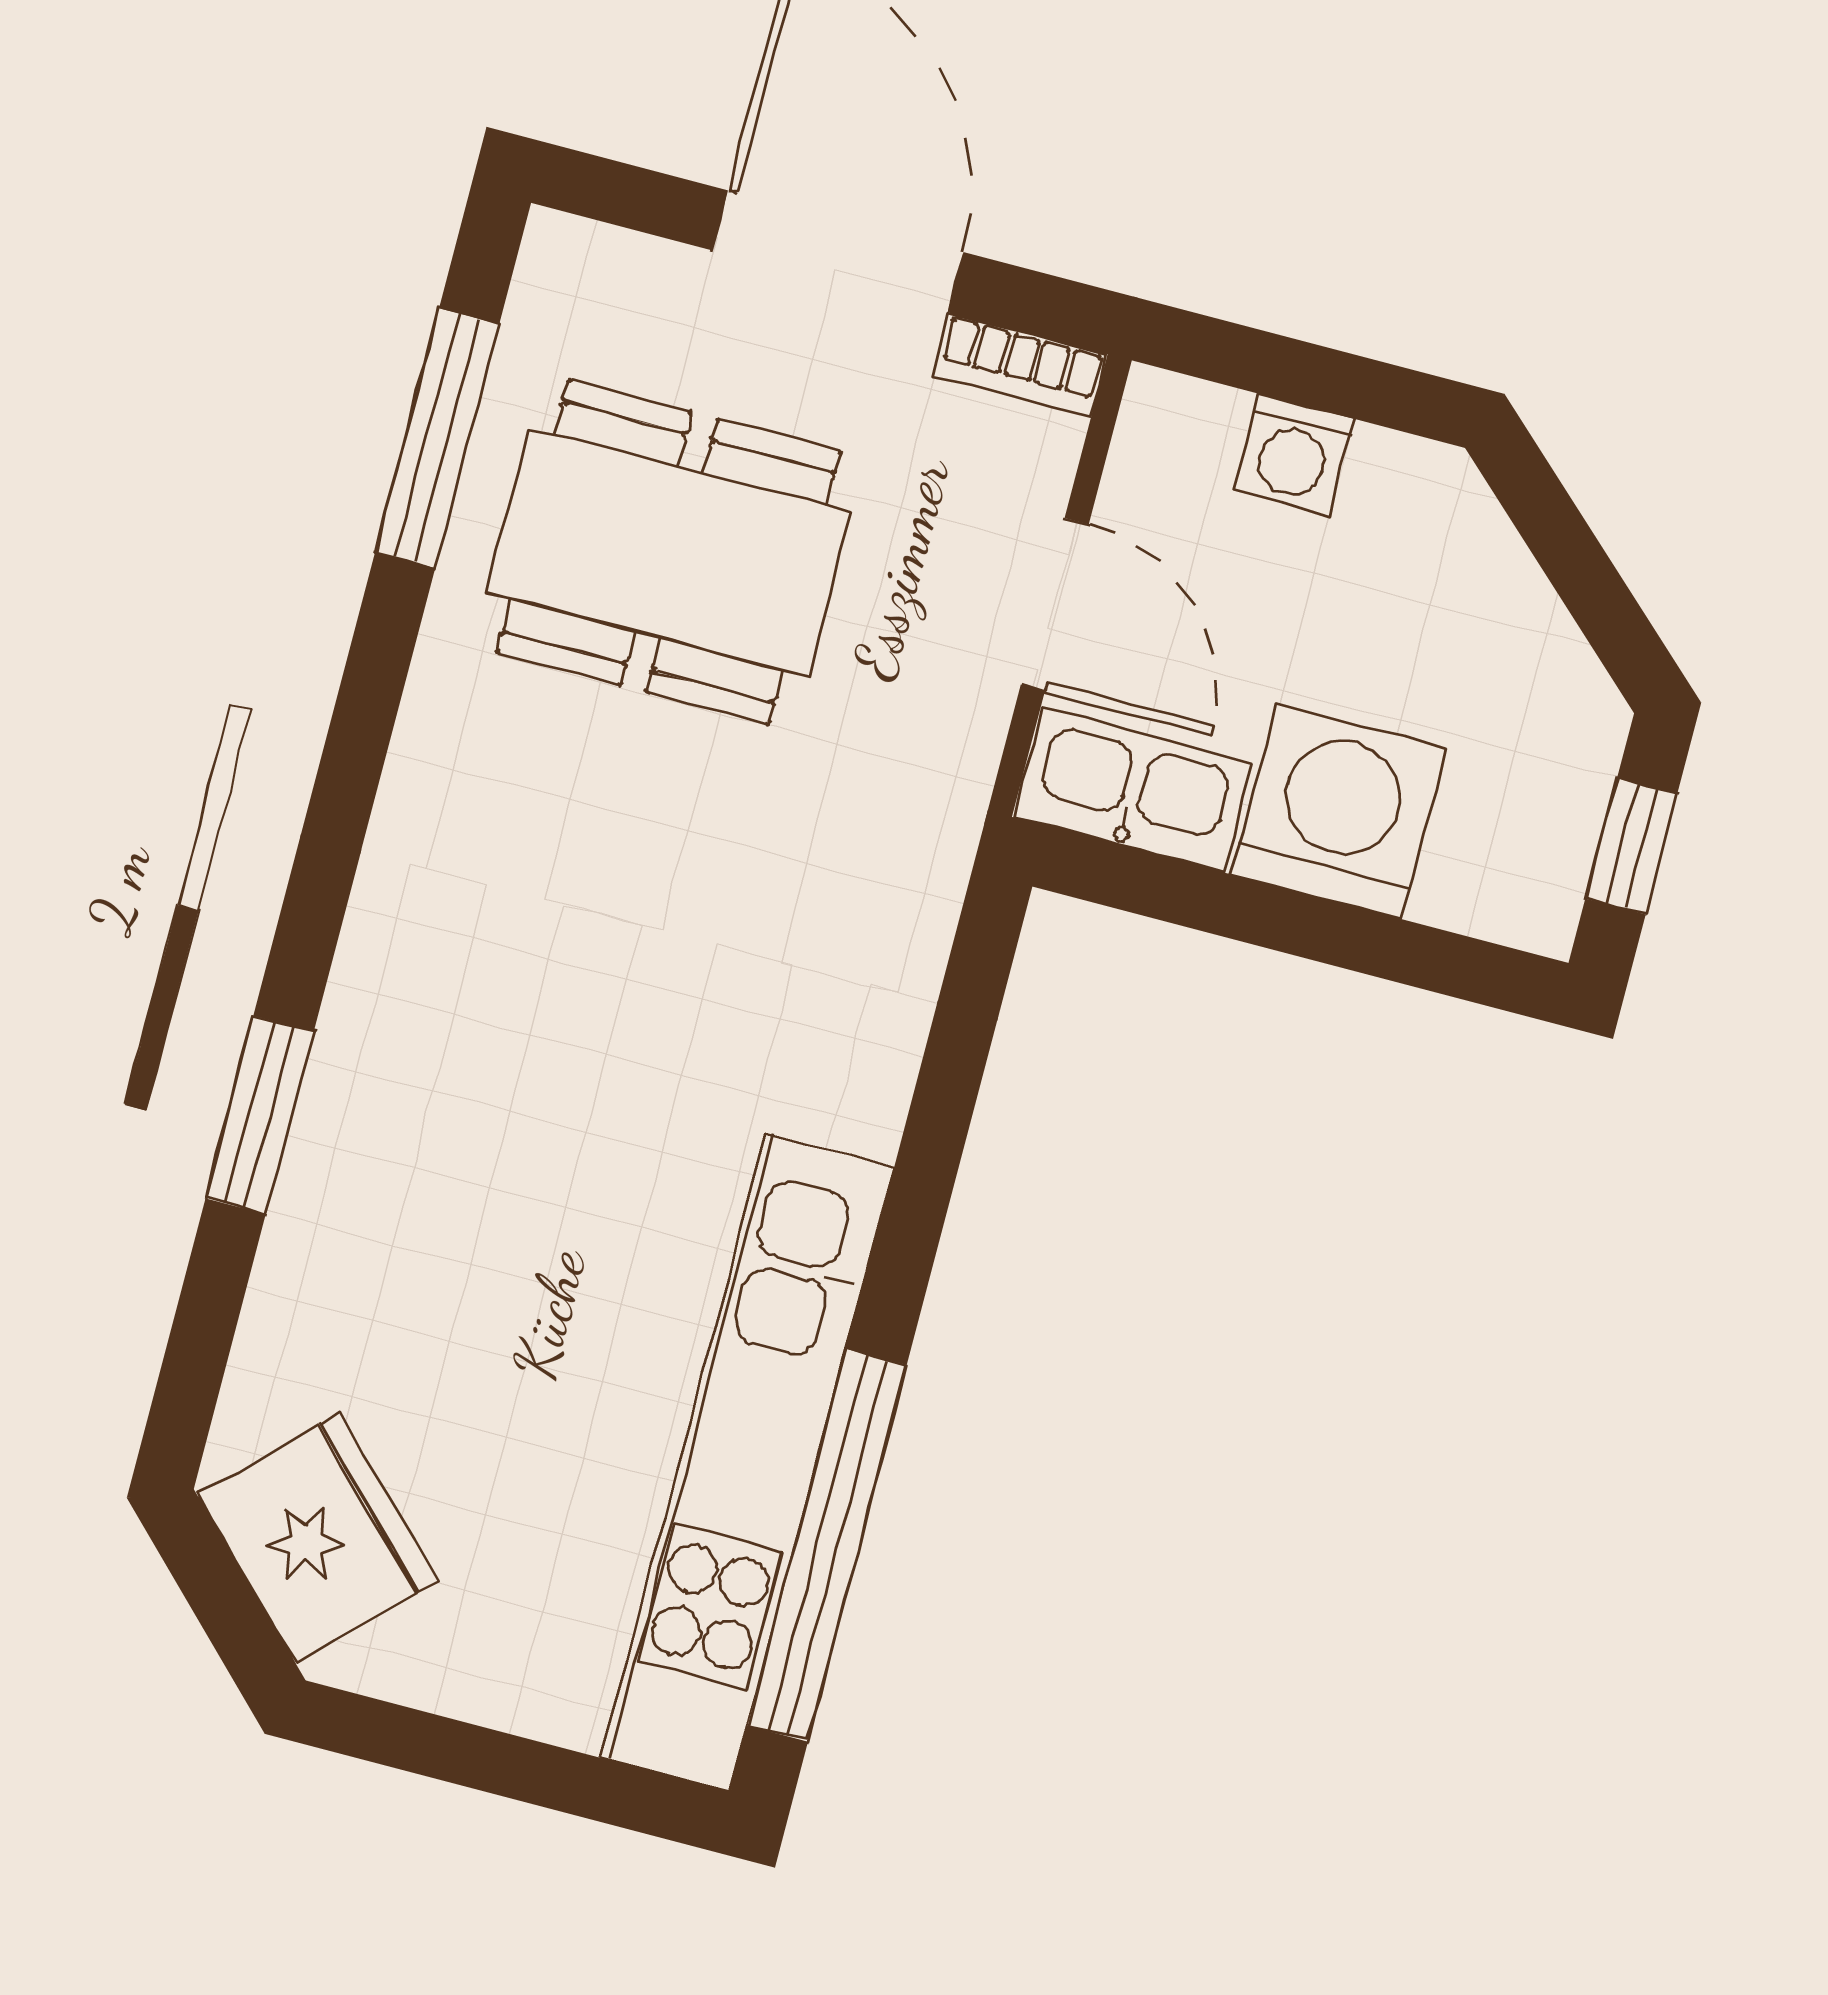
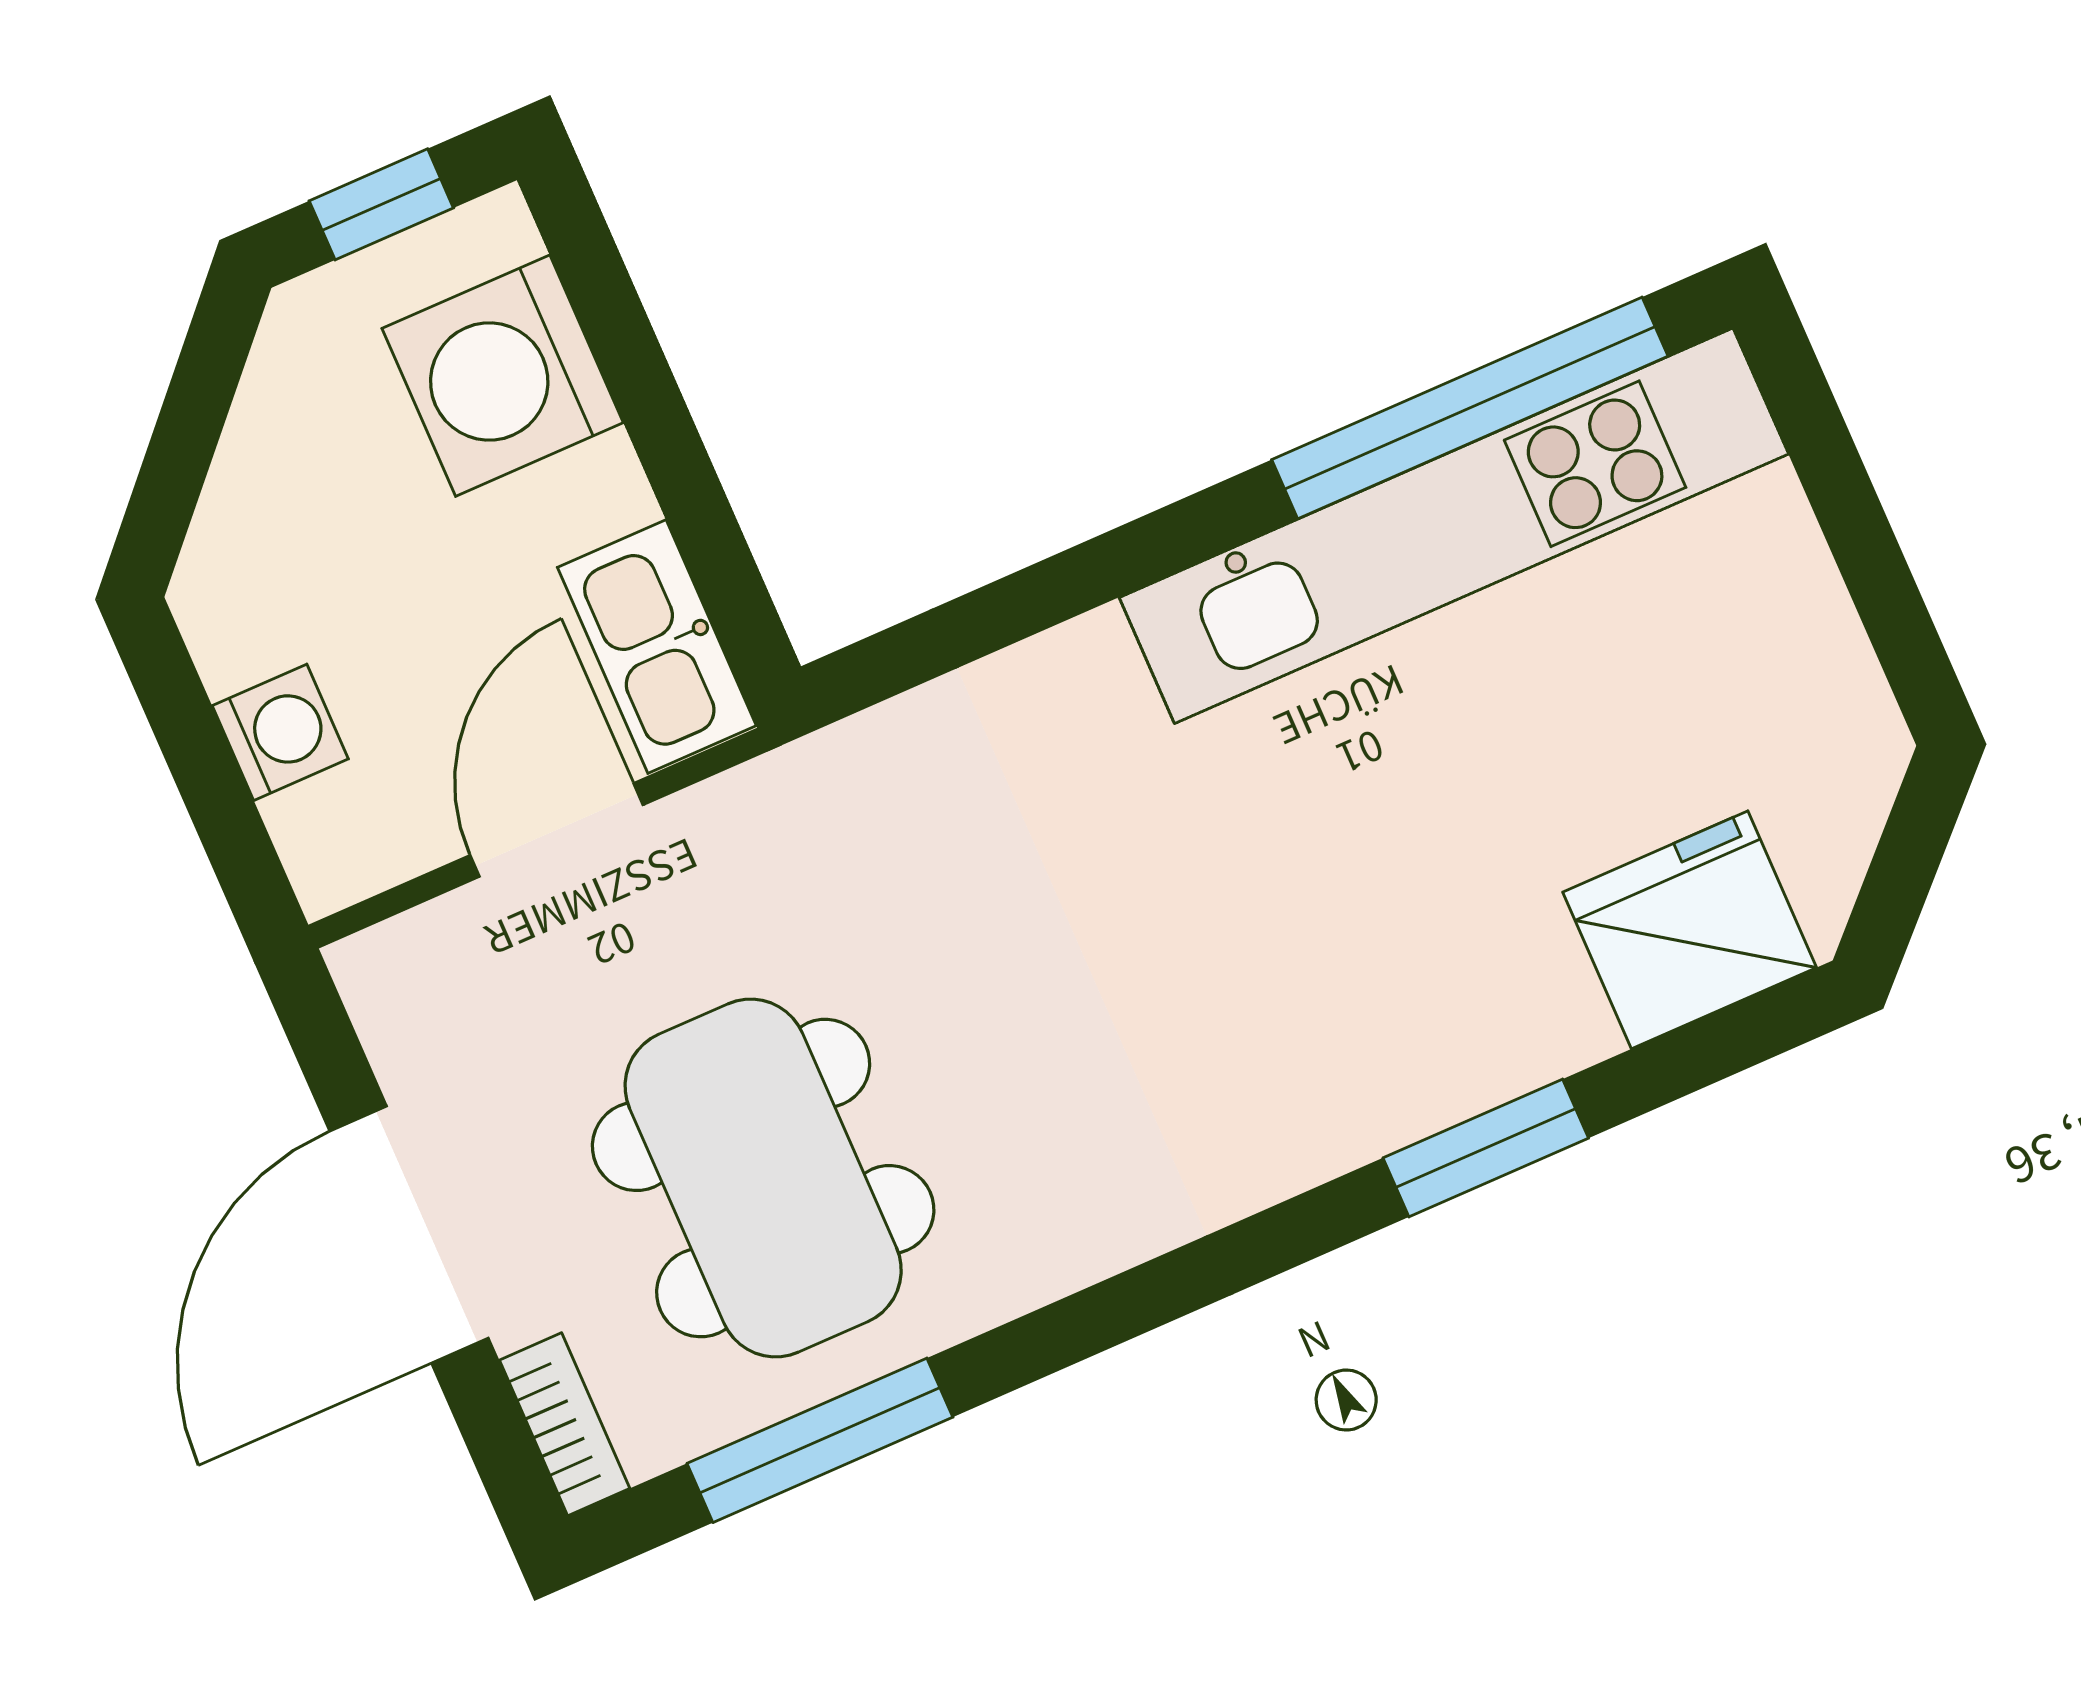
bookcase: (1020, 365) -> (565, 1424), moved
washing machine: (1339, 812) -> (503, 376), moved
fridge: (317, 1538) -> (1690, 930), moved, turned 45

